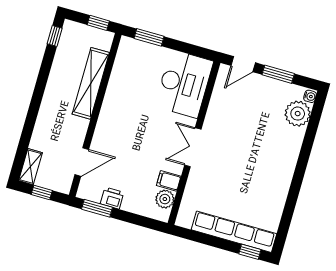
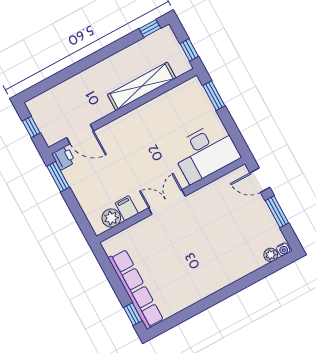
plant: (298, 114) -> (271, 255), width x0.53, depth x0.53
shelving: (30, 167) -> (42, 101), removed
printer: (112, 198) -> (64, 158), moved

